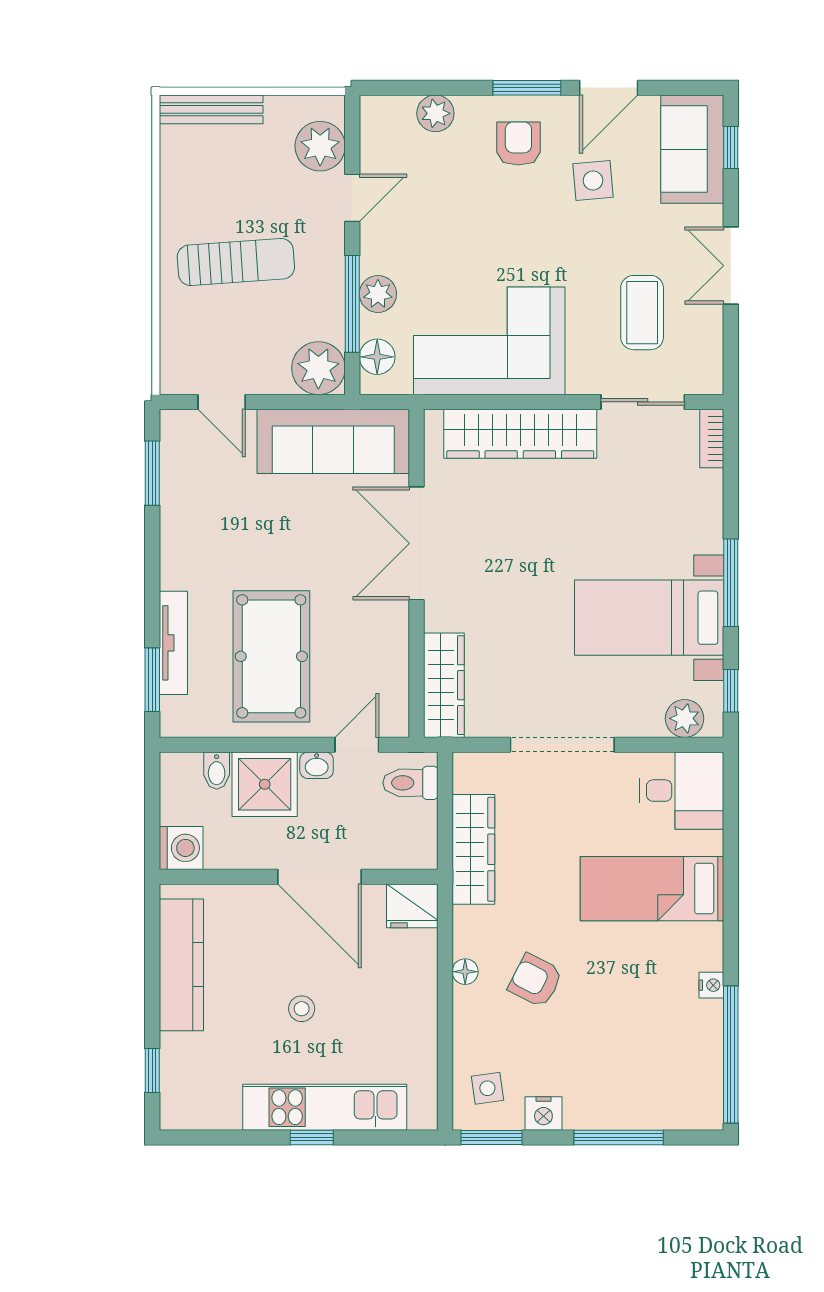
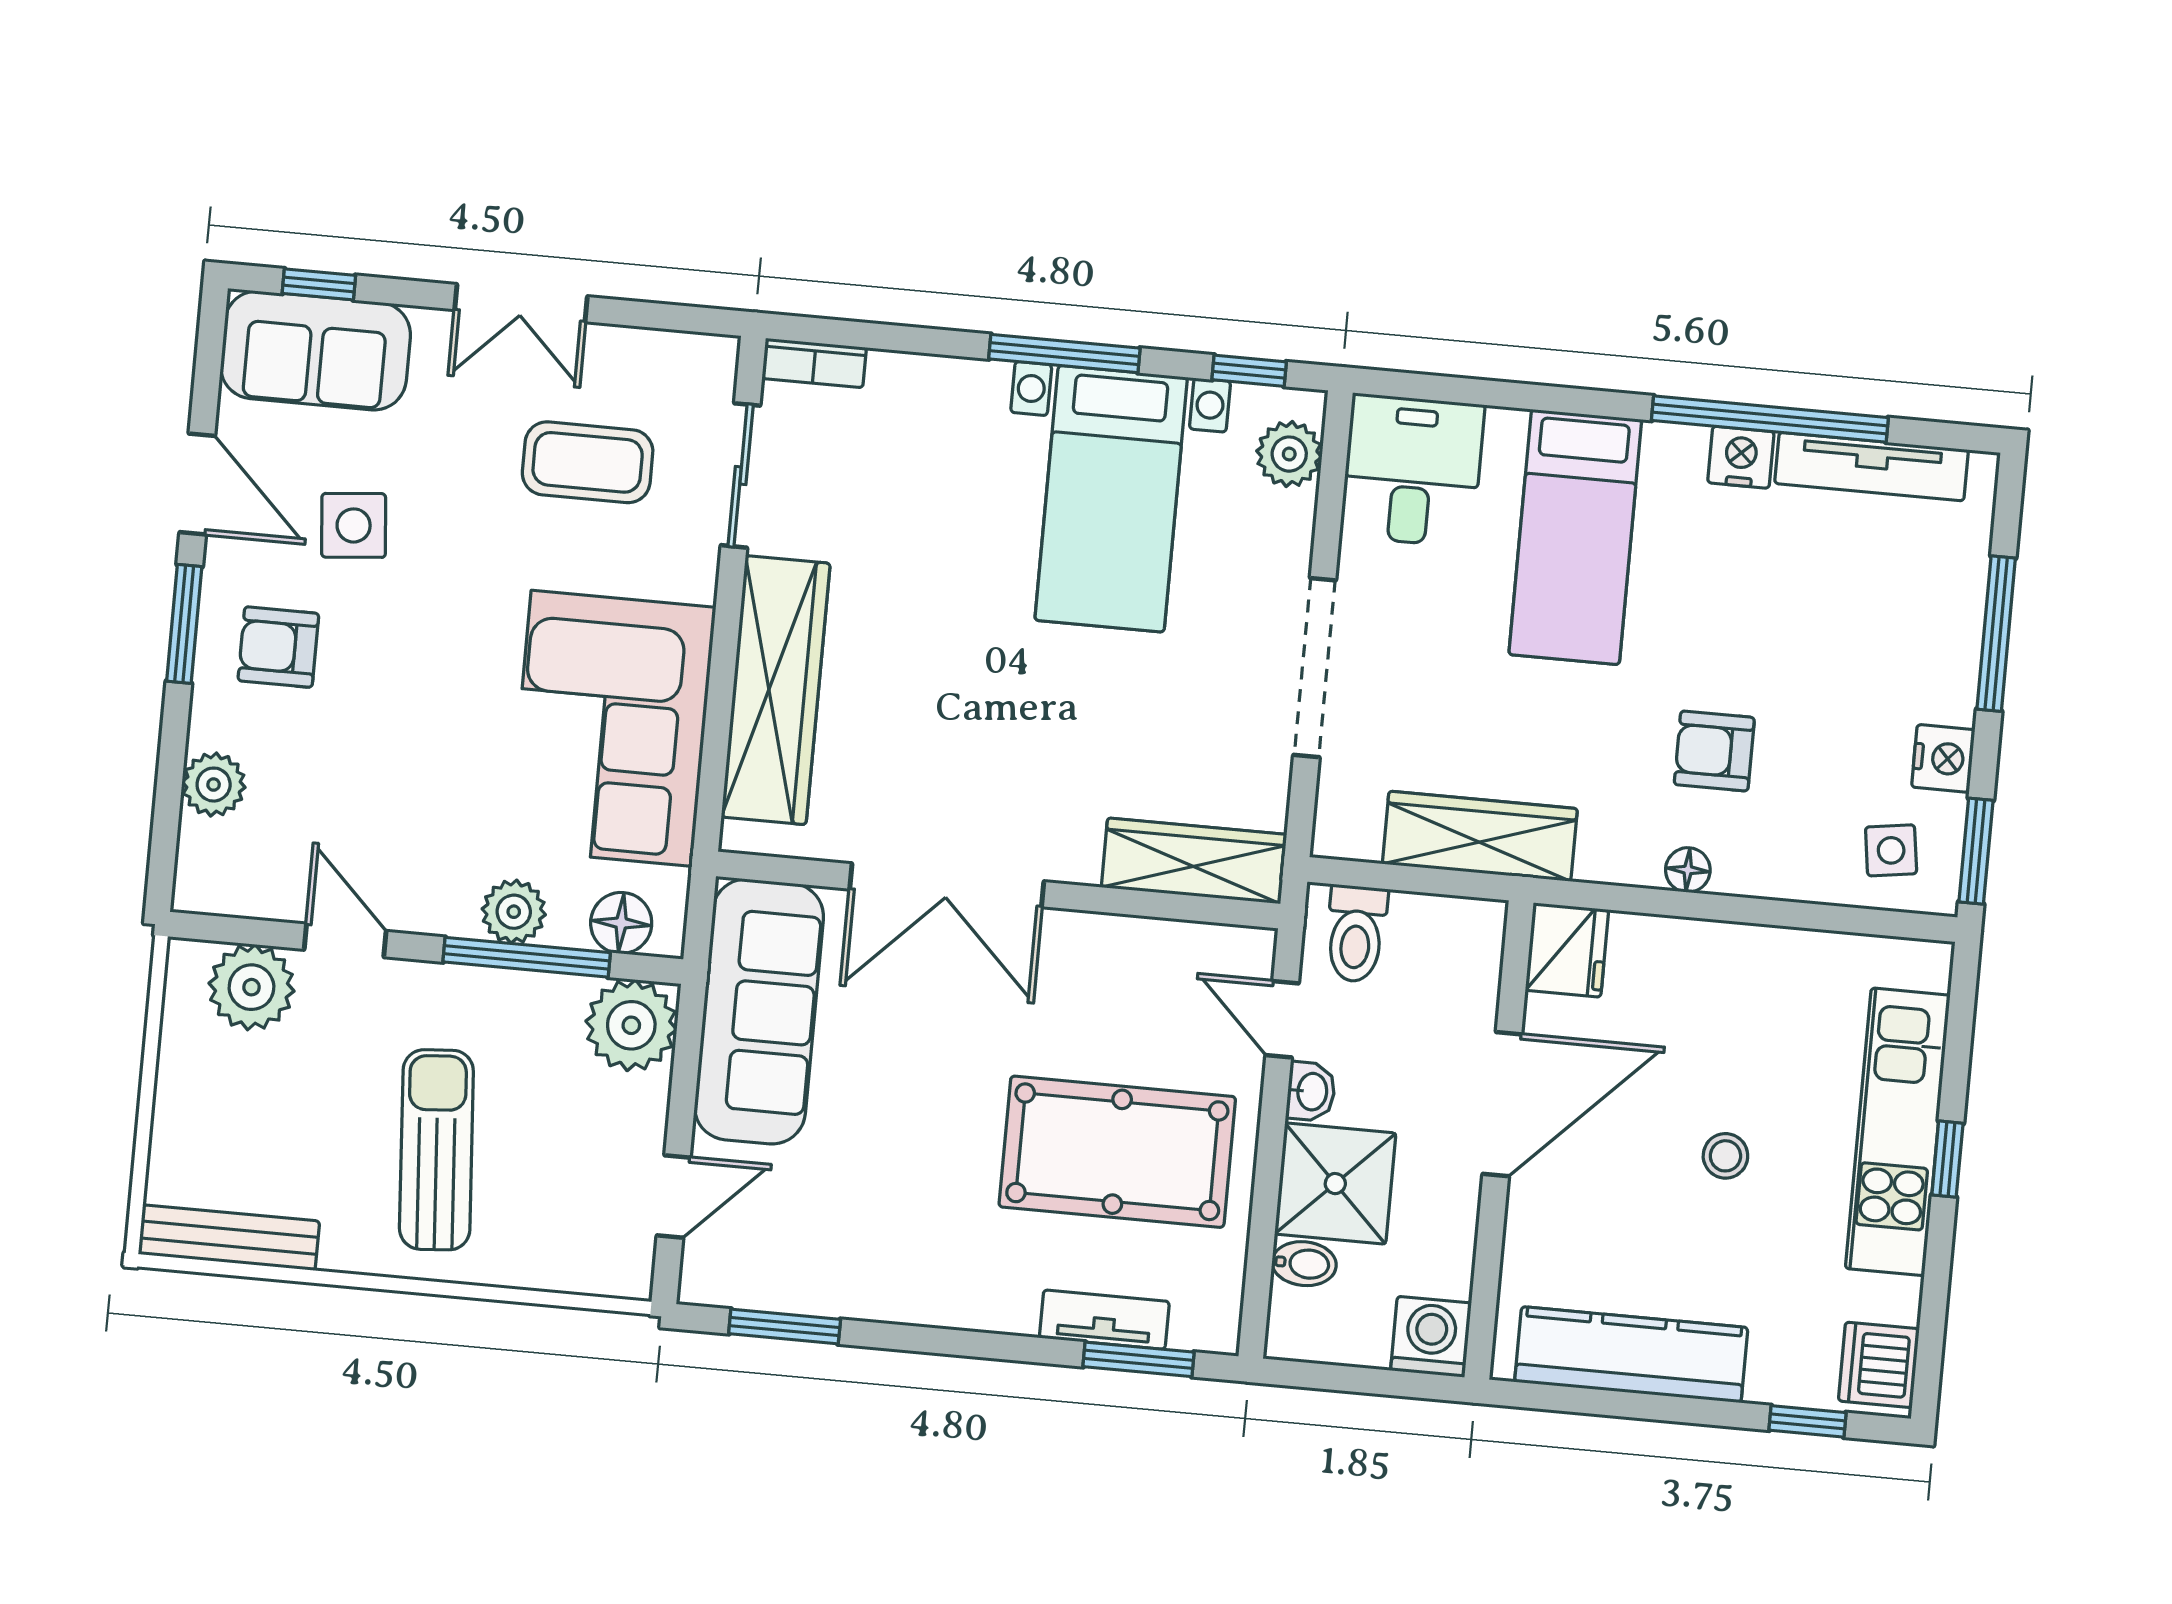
bench: (211, 109) -> (229, 1238), moved, turned 90
tv unit: (173, 643) -> (1104, 1320), width x0.71
armchair: (535, 981) -> (1714, 751), turned 63
nightstand: (711, 985) -> (1741, 457), width x1.39, depth x1.35
window: (731, 1055) -> (1770, 419), moved
tv unit: (709, 1056) -> (1871, 467), added
dishwasher: (189, 1109) -> (1879, 1365), added

